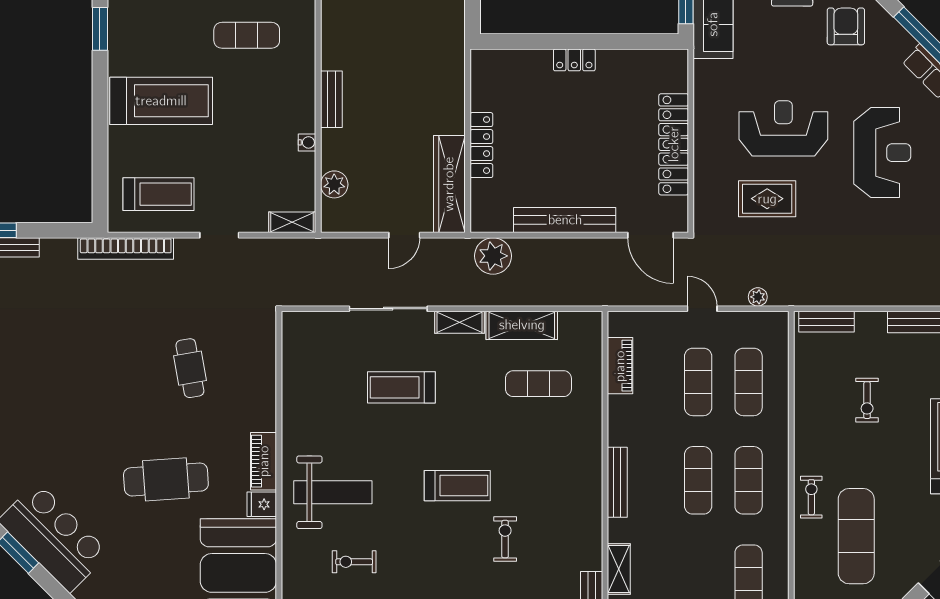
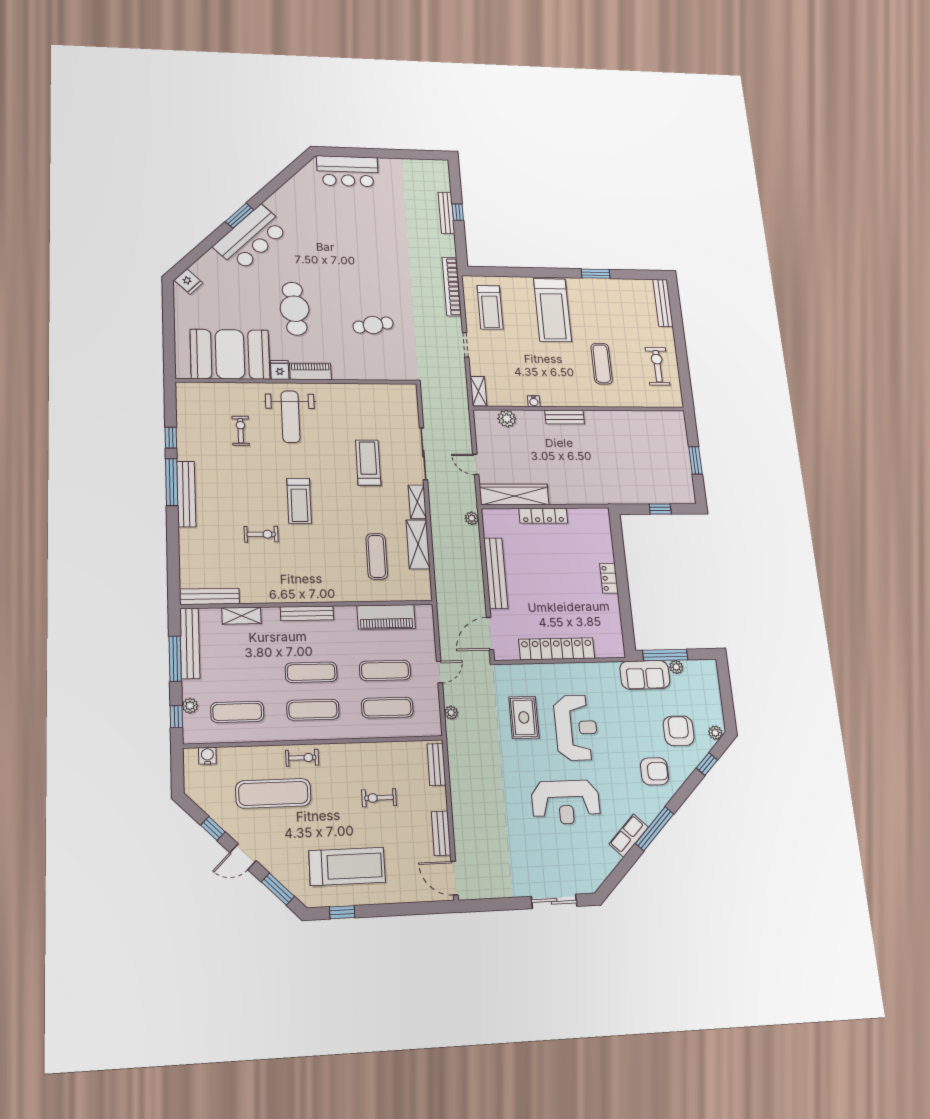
plant: (493, 256) -> (472, 518), width x0.53, depth x0.53
piano: (620, 366) -> (386, 617), width x1.37, depth x1.33

